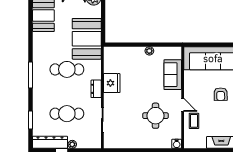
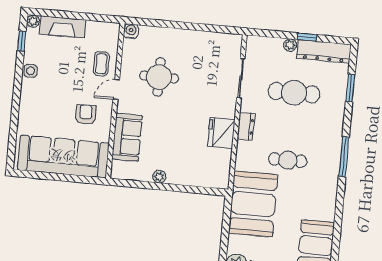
cafe table: (67, 69) -> (288, 160), width x0.73, depth x0.74
armchair: (221, 94) -> (86, 115), moved
door: (183, 105) -> (116, 90), hinge flipped

